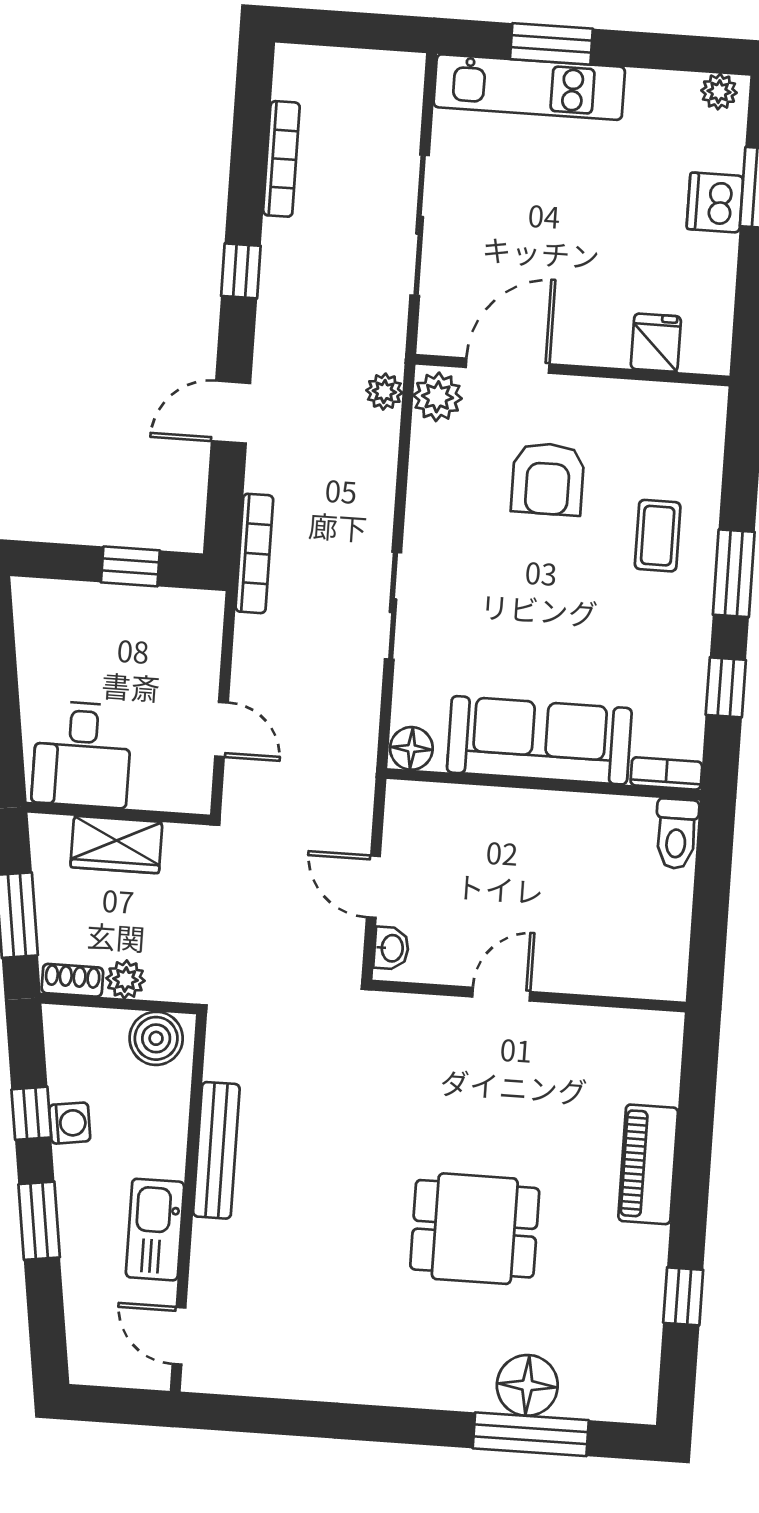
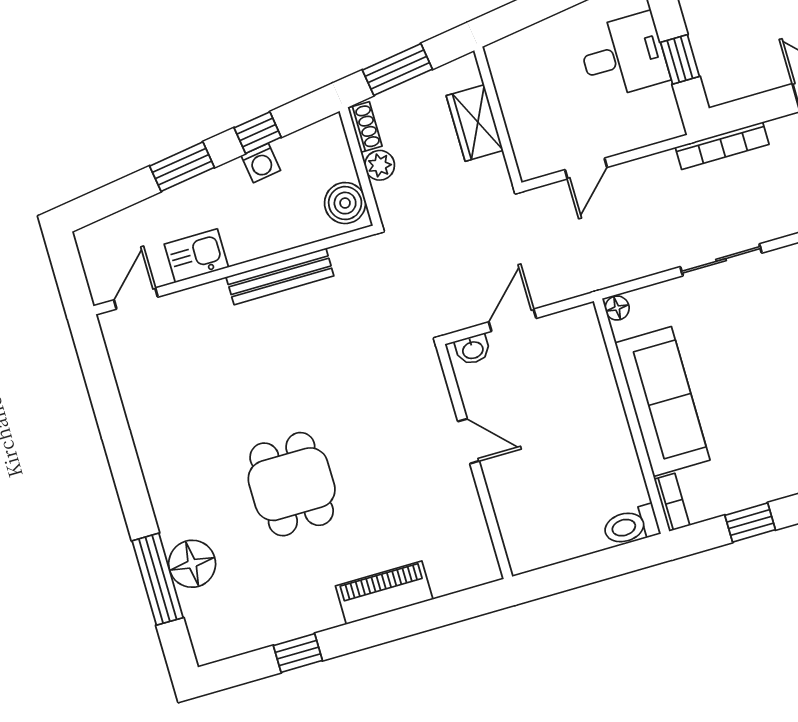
floor lamp: (411, 748) -> (617, 308), width x0.73, depth x0.73
desk: (82, 754) -> (623, 56), moved, turned 180
kitchen sink: (155, 1230) -> (196, 256), width x0.73

